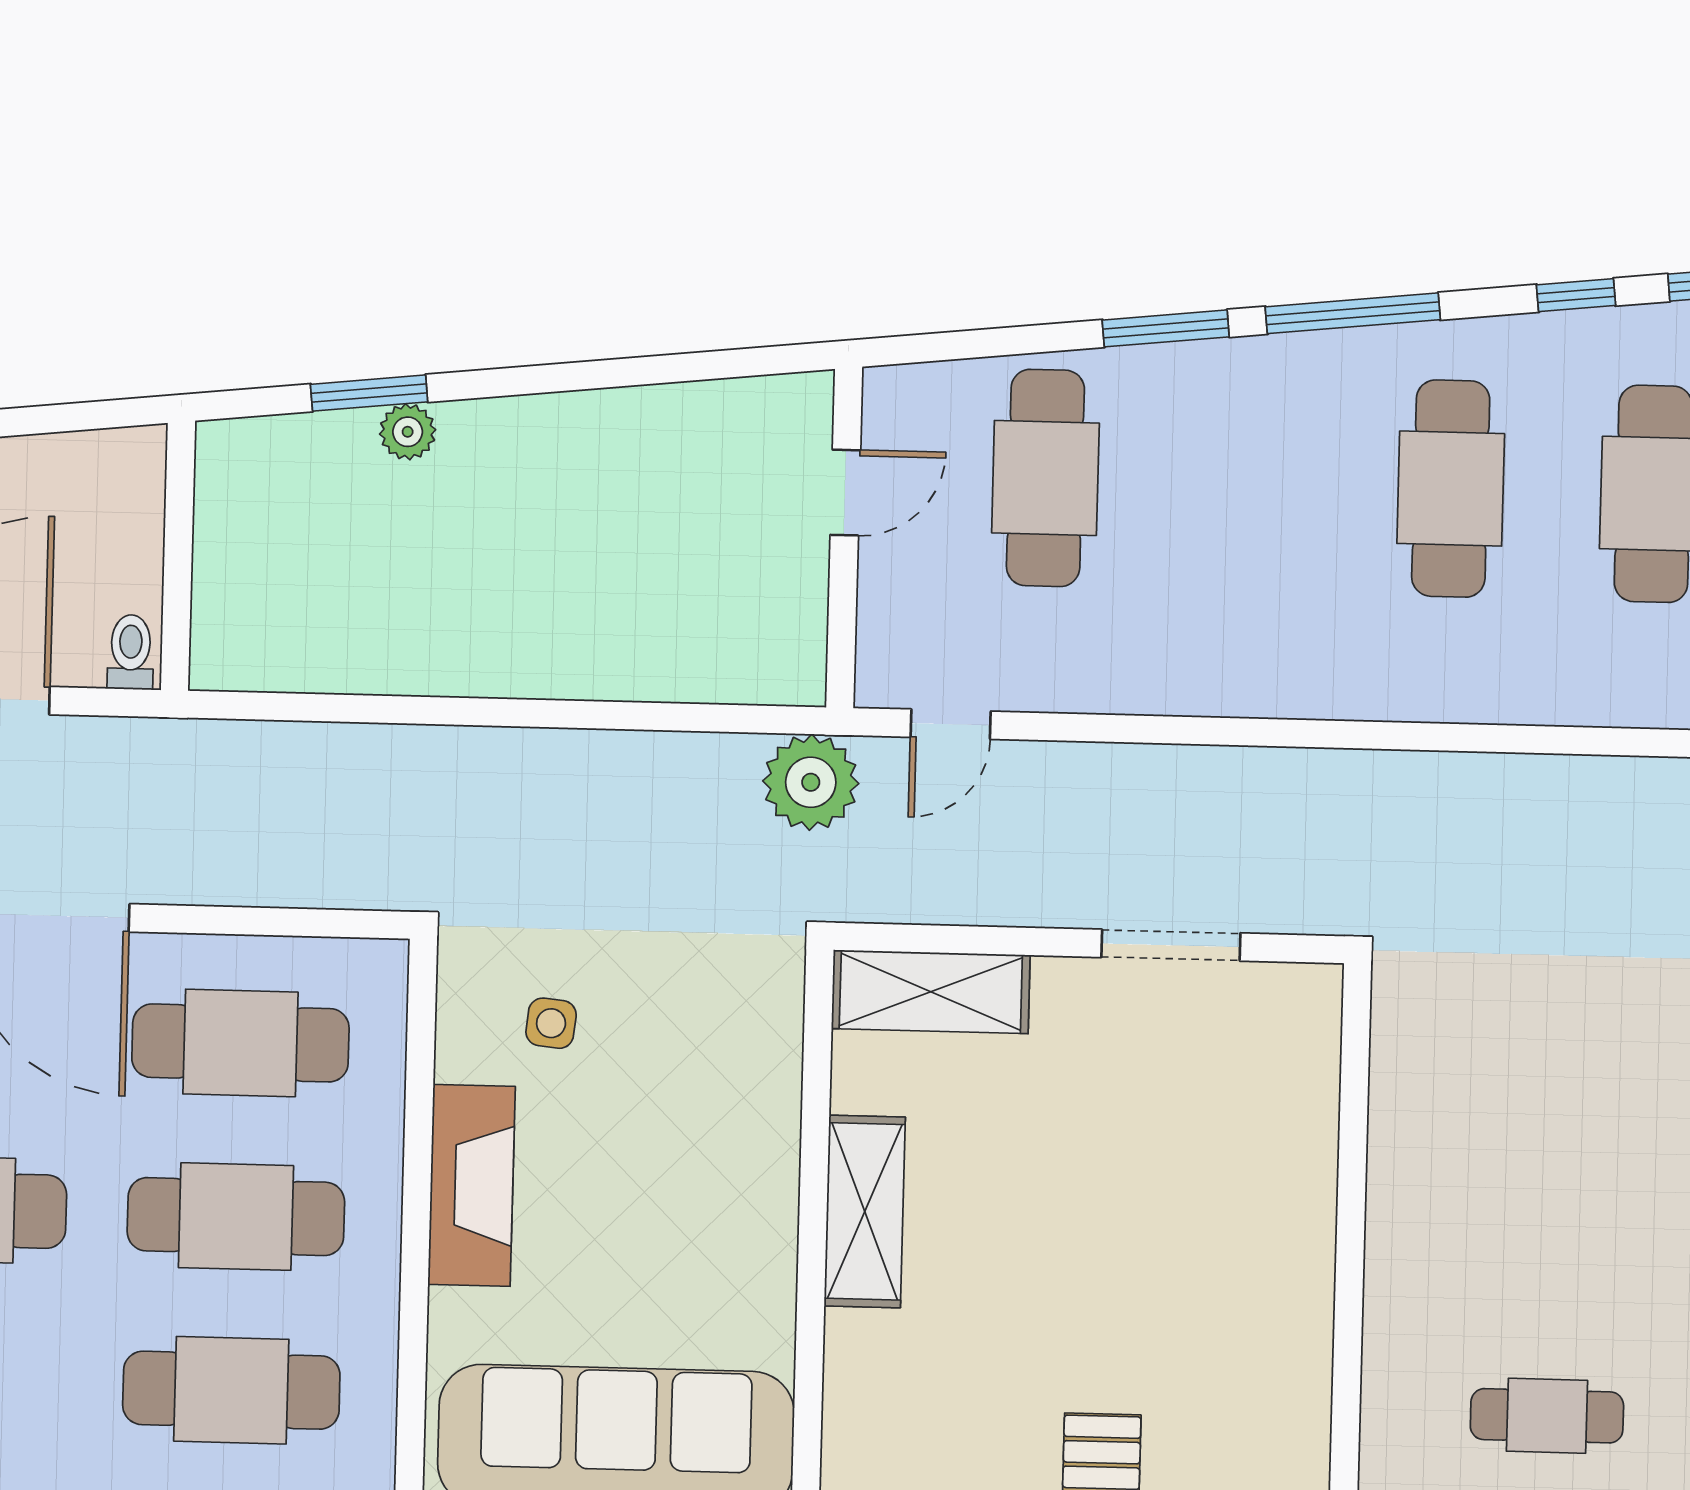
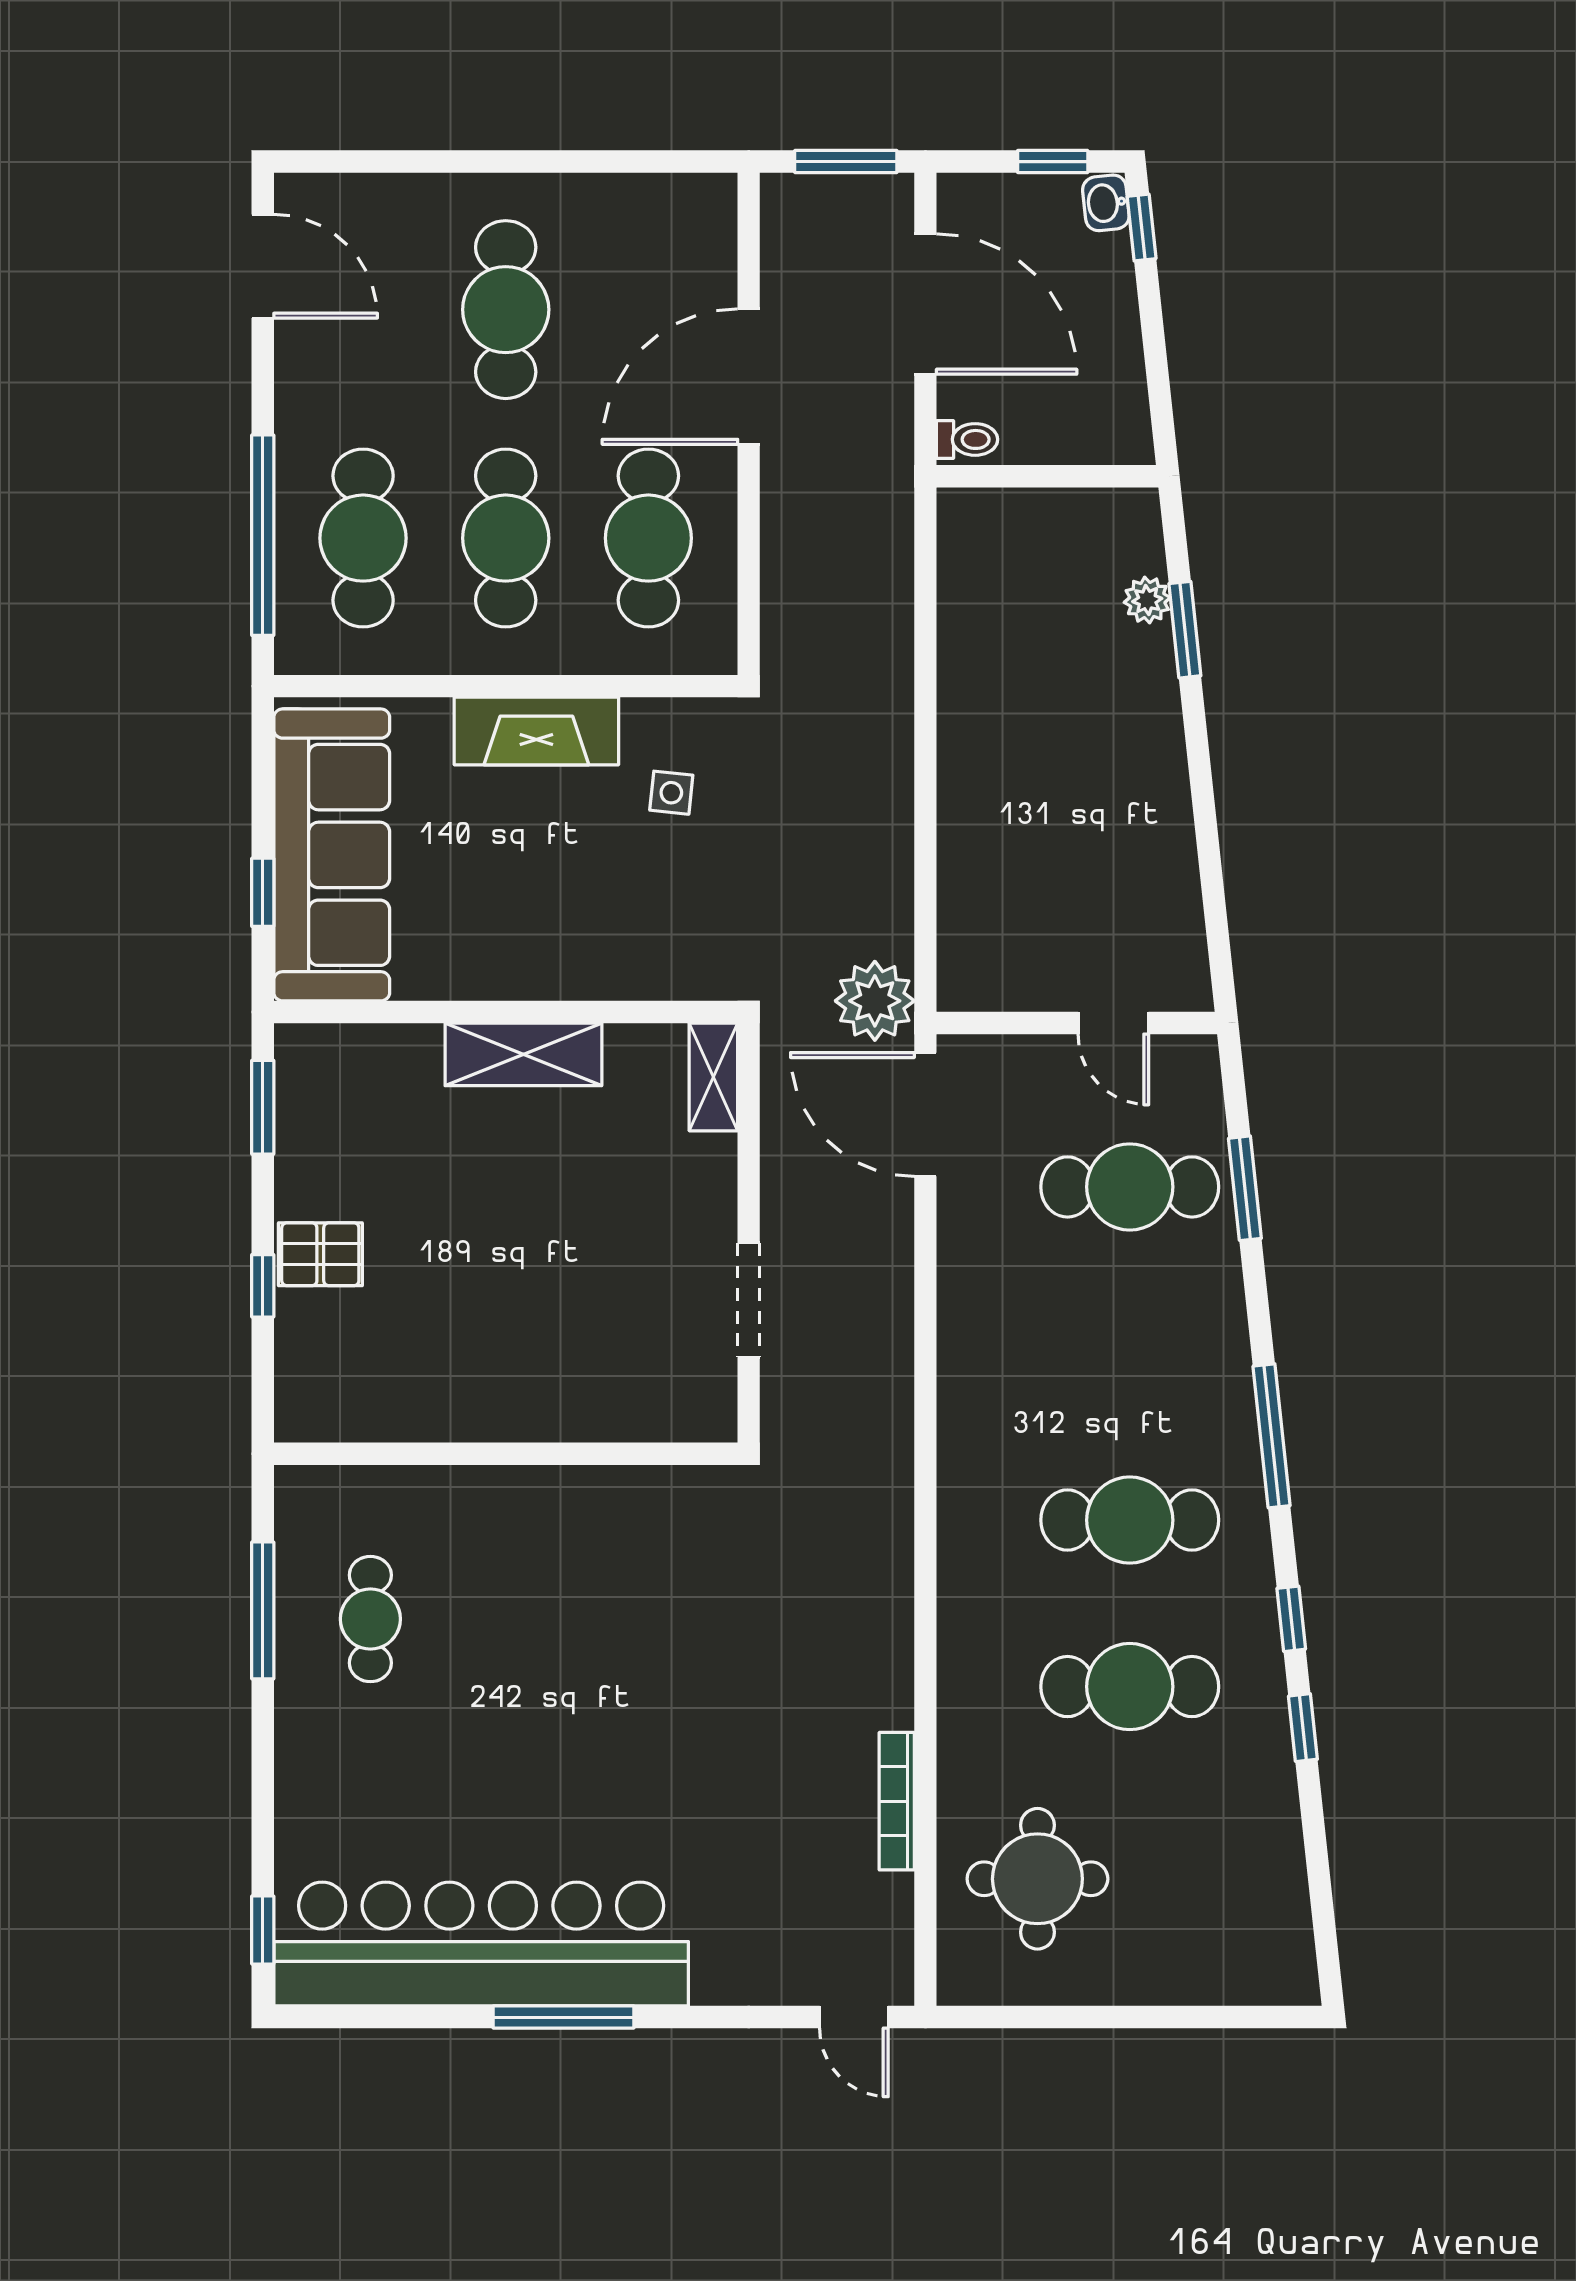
window: (1166, 328) -> (1245, 1188), moved
plant: (408, 432) -> (1147, 600), moved
door: (951, 724) -> (925, 1114), width x1.87
shelving: (931, 992) -> (713, 1077), width x0.67, depth x0.75

